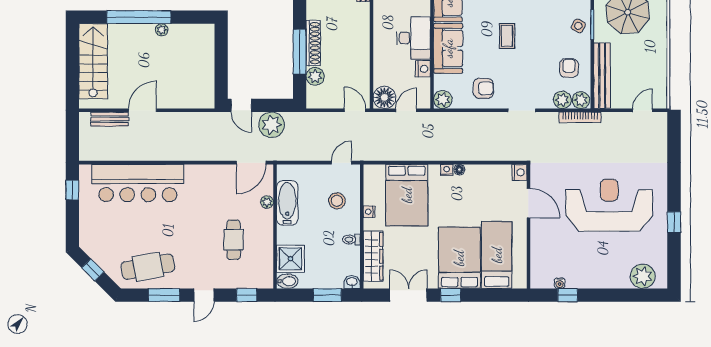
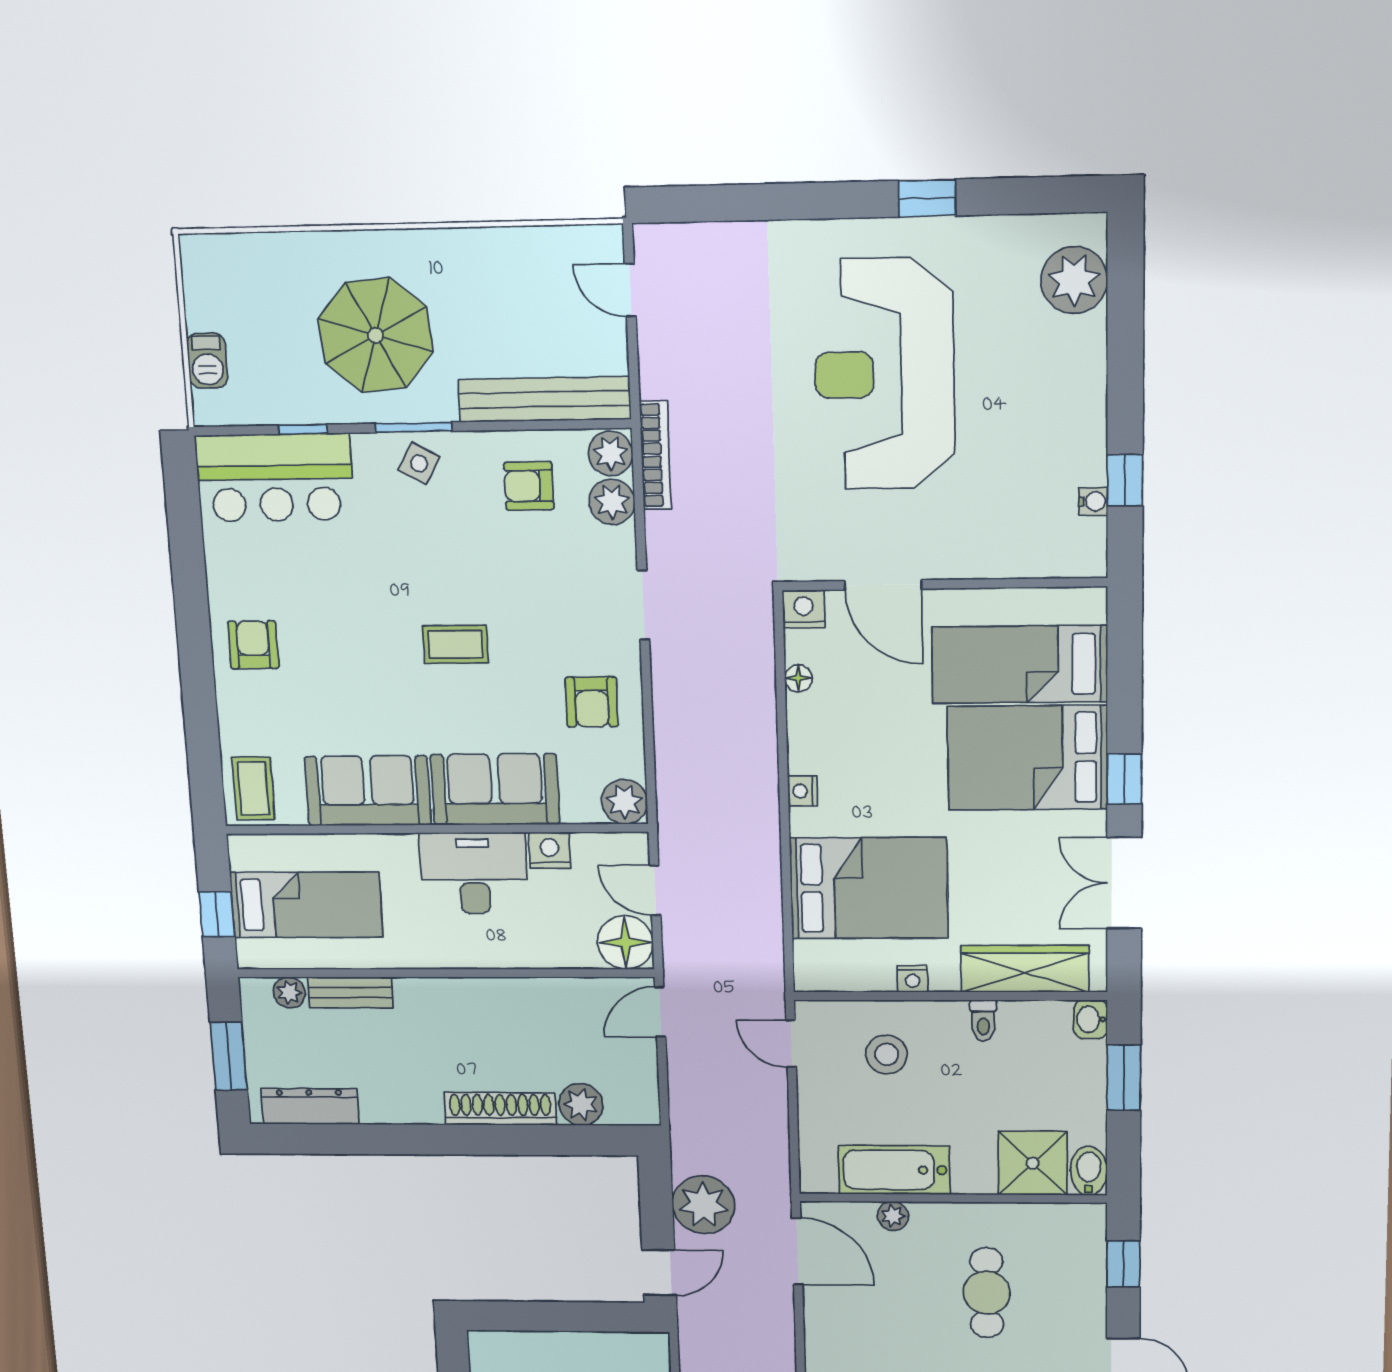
window: (300, 52) -> (523, 1140), removed
armchair: (483, 88) -> (592, 702), turned 180
floor lamp: (459, 170) -> (798, 678), moved
door: (528, 203) -> (883, 585), swing flipped
cafe table: (234, 240) -> (987, 1293), turned 90

